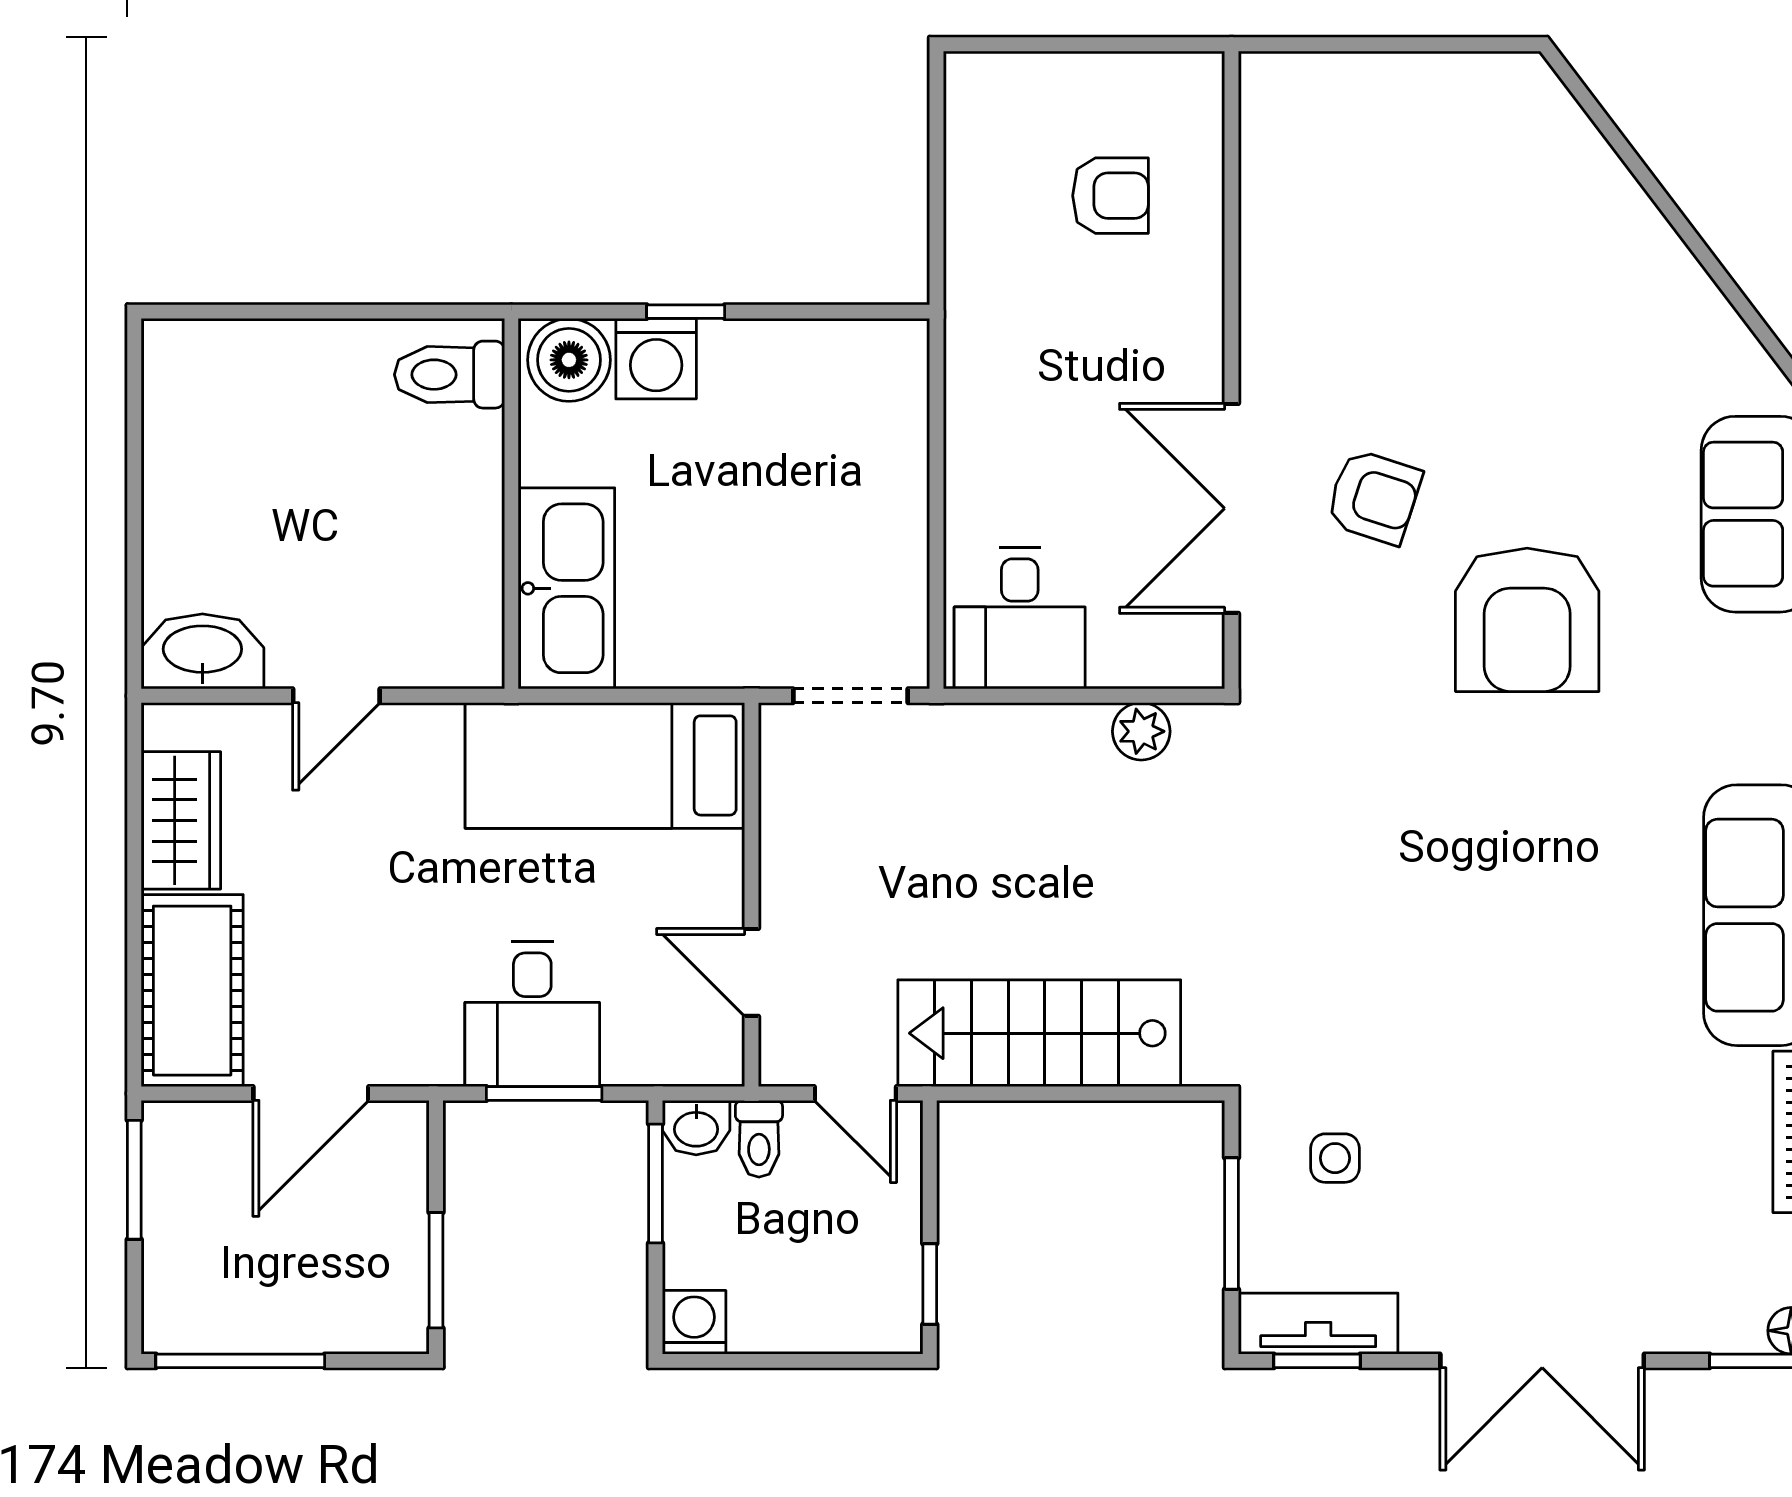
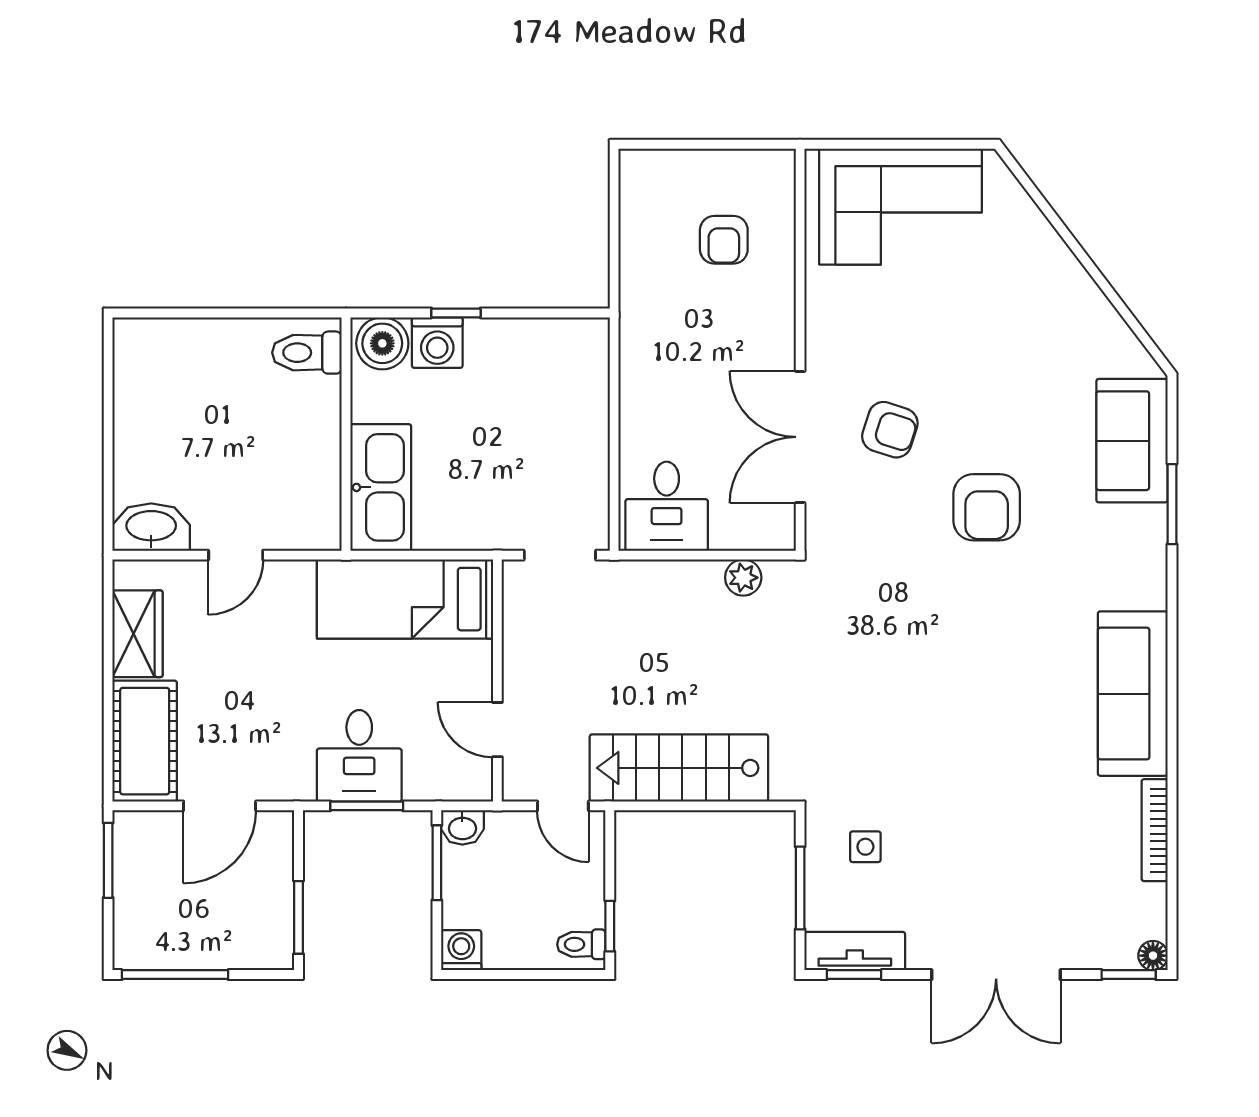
corner sofa: (1391, 143) -> (901, 207), added
armchair: (1111, 196) -> (724, 240), turned 90
armchair: (1527, 620) -> (987, 507), width x0.73, depth x0.73
toilet: (759, 1139) -> (581, 944), moved, turned 90

